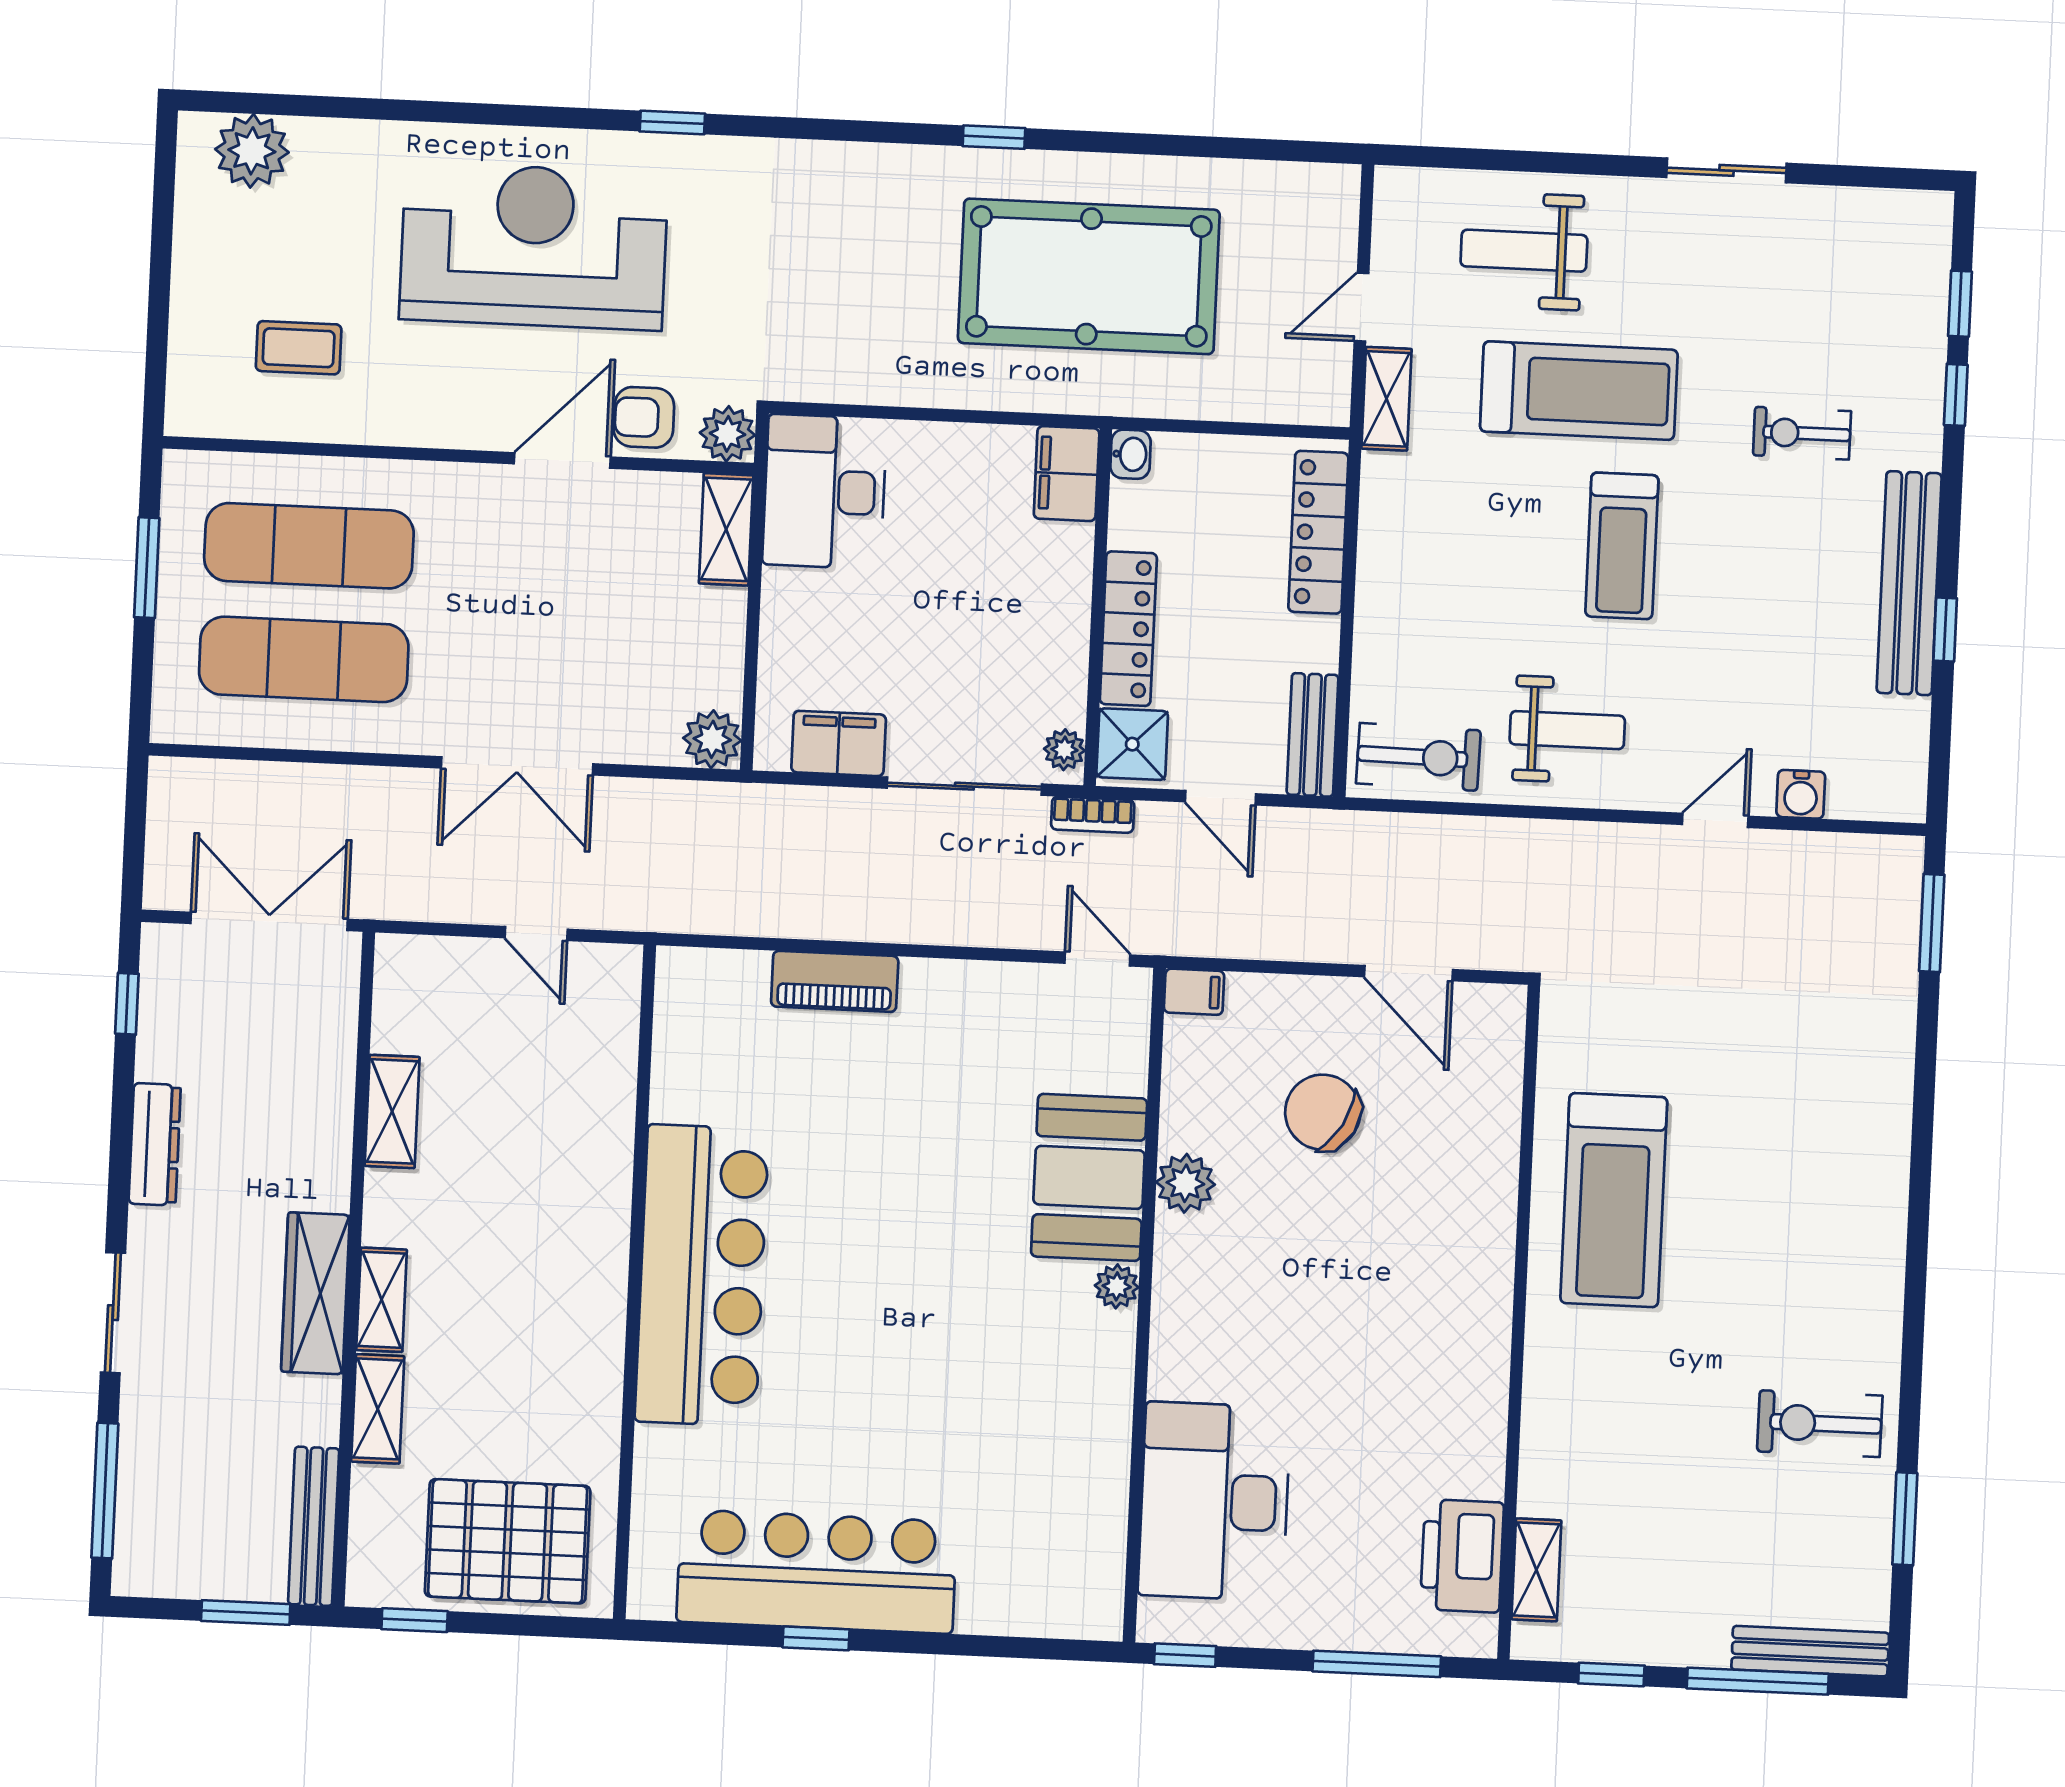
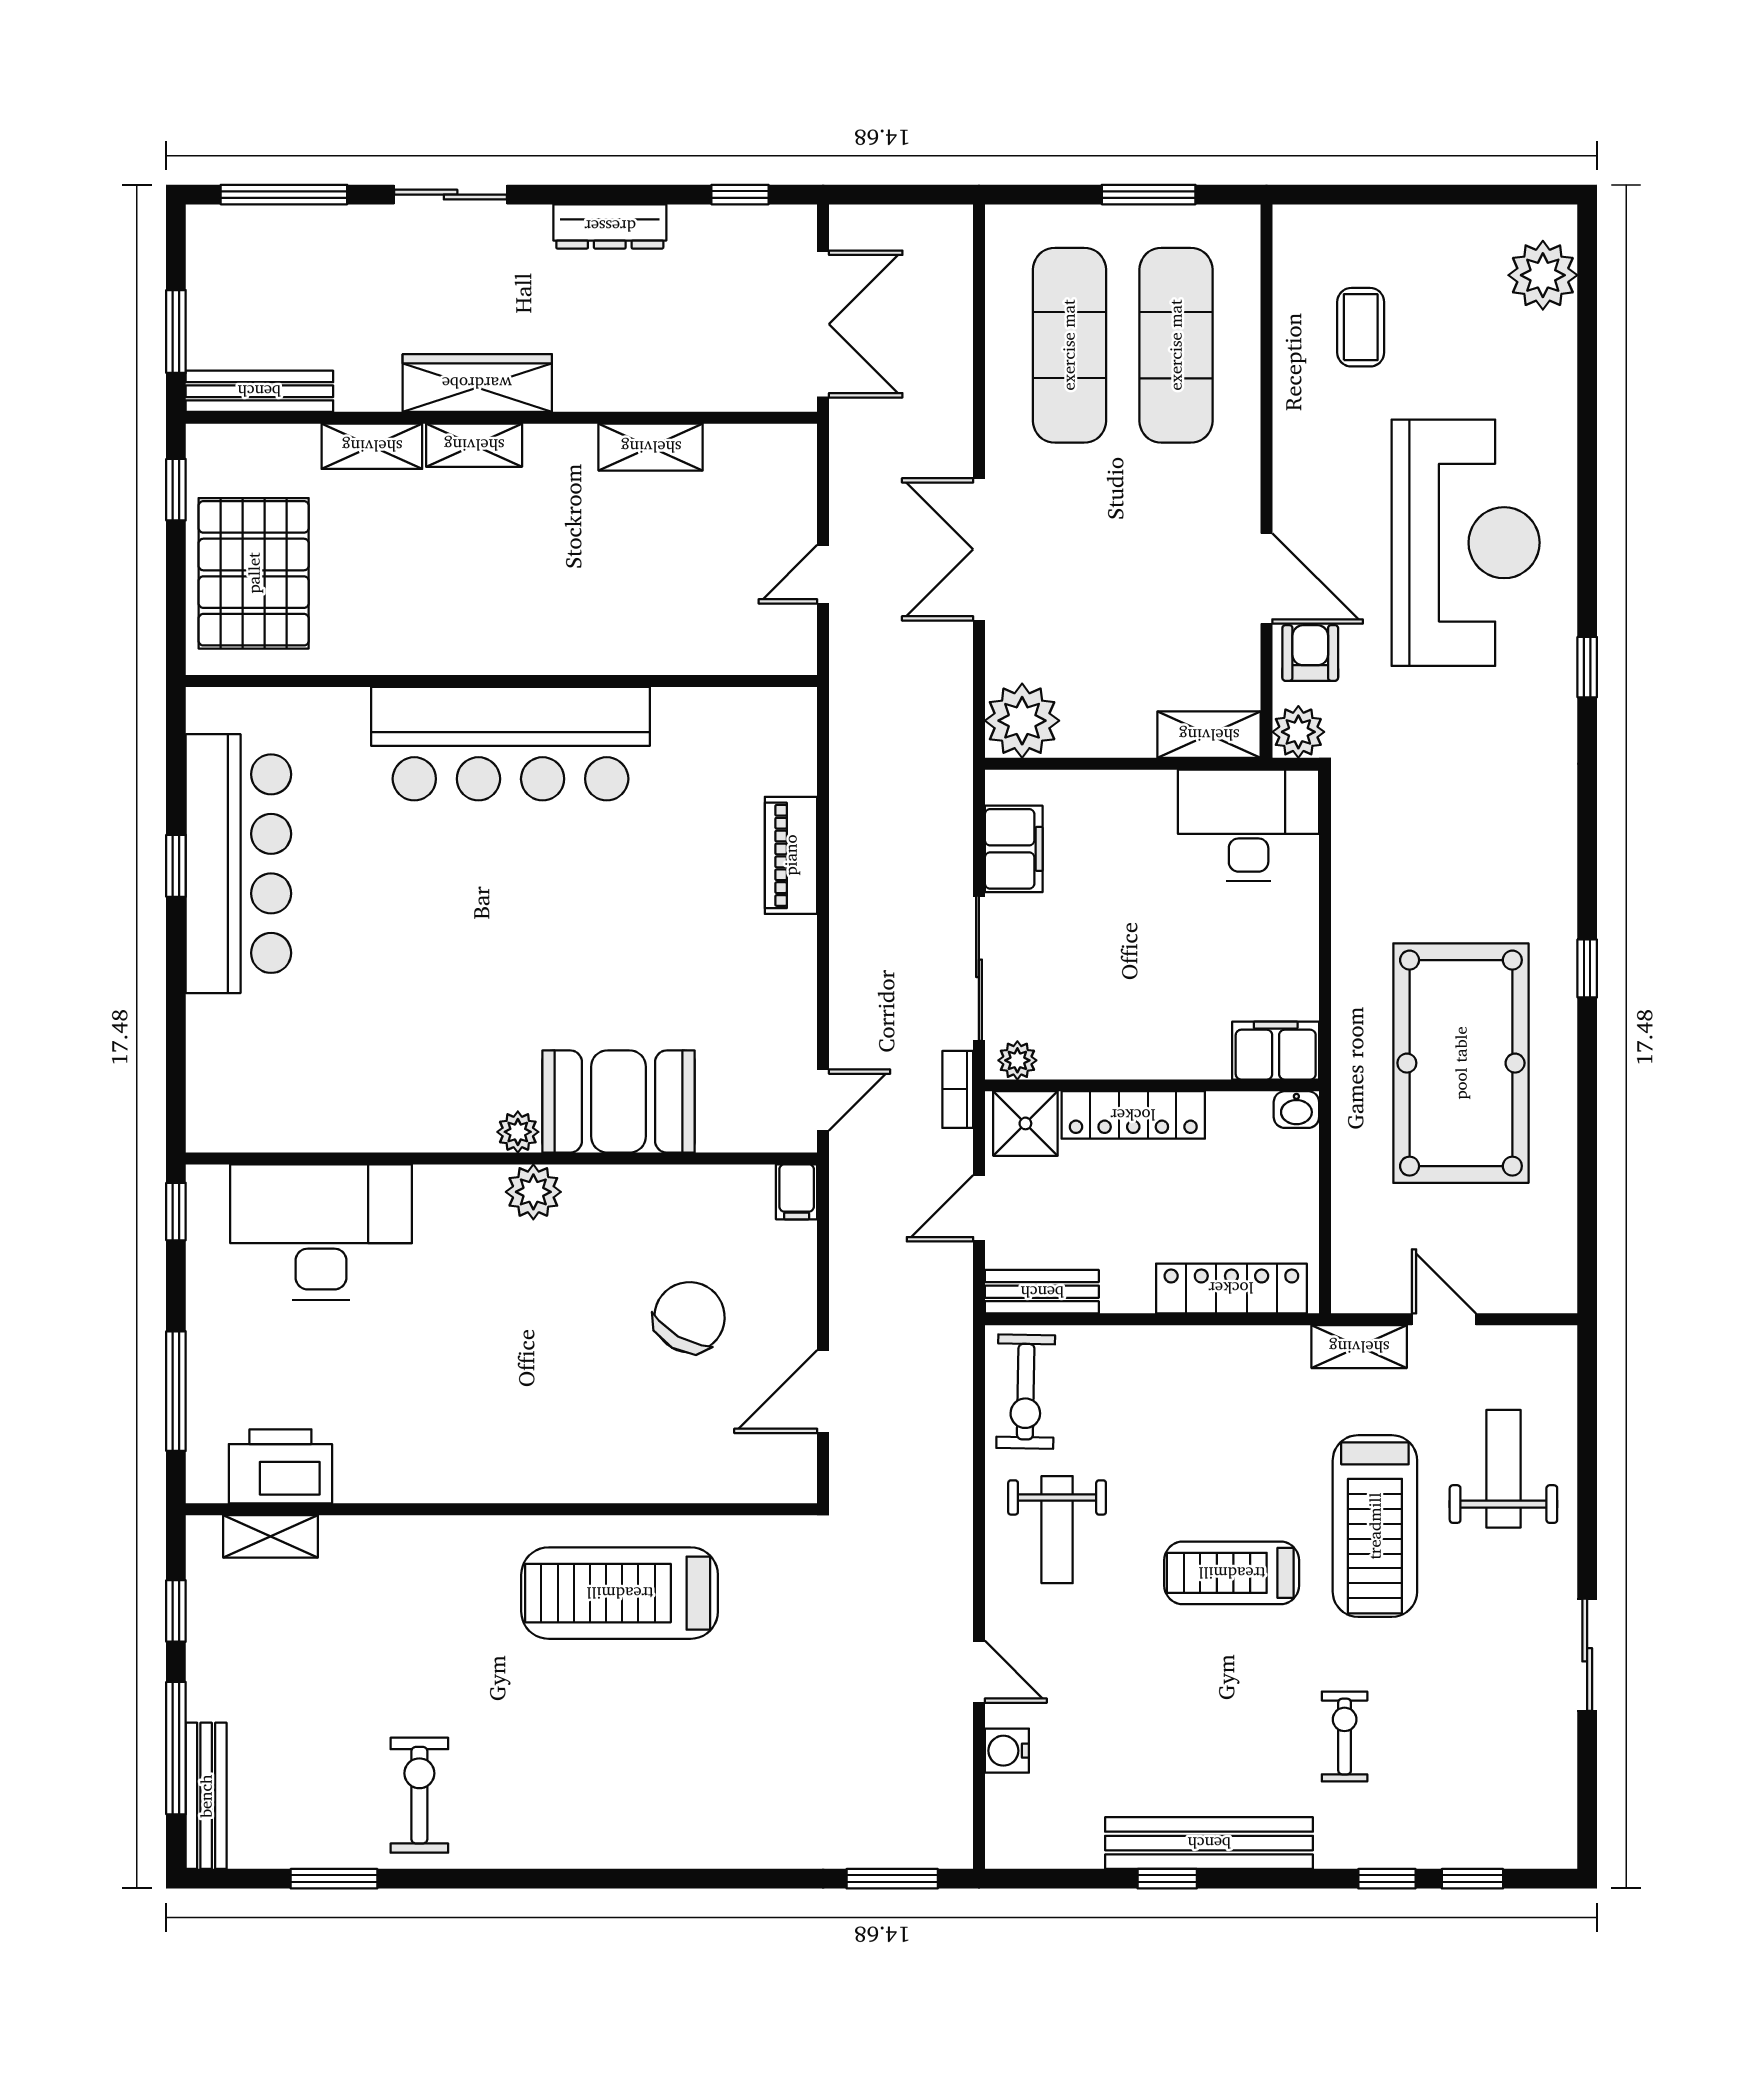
plant: (712, 739) -> (1022, 721), width x1.36, depth x1.36
plant: (1185, 1183) -> (533, 1192), moved

